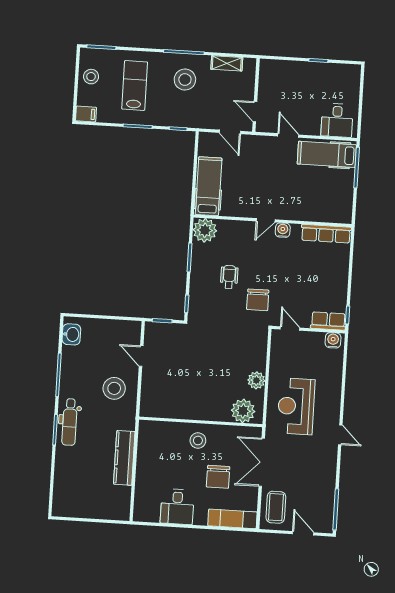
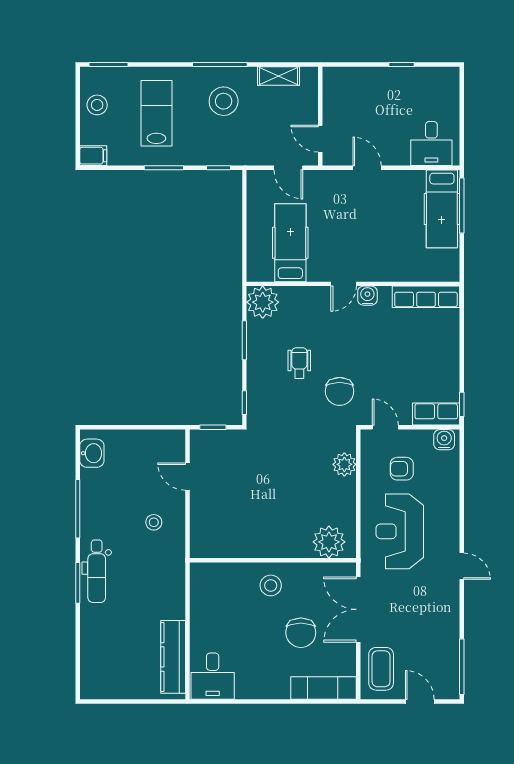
hospital bed: (327, 154) -> (442, 209), moved, turned -90
hospital bed: (209, 186) -> (290, 243), moved
armchair: (300, 360) -> (402, 469), added
plant: (256, 380) -> (344, 464), moved
stool: (114, 388) -> (154, 522), width x0.53, depth x0.53
kitchen counter: (124, 458) -> (173, 657), moved
desk: (177, 507) -> (213, 676), moved

